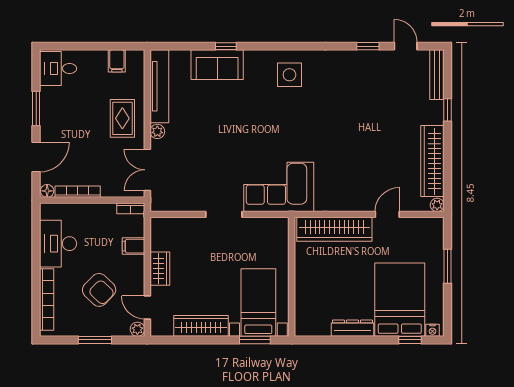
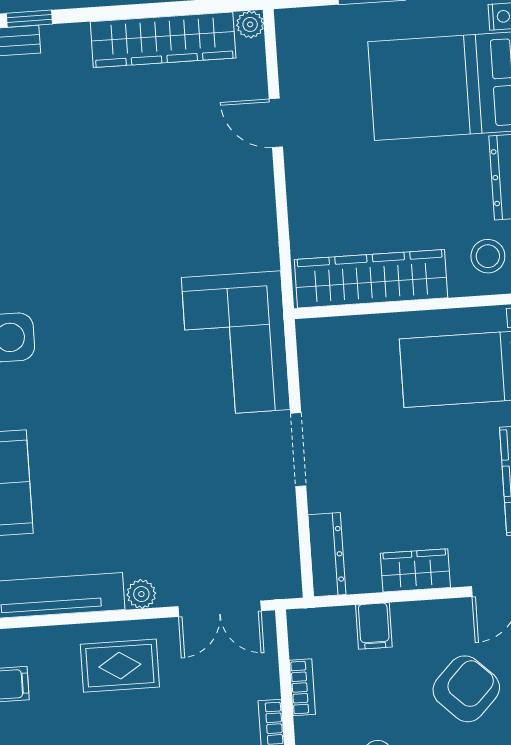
window: (447, 110) -> (29, 19), moved
bookcase: (131, 208) -> (302, 687), moved
dresser: (171, 225) -> (327, 555), added
wardrobe: (334, 229) -> (371, 279), moved, turned -90
stool: (314, 315) -> (488, 256), added

